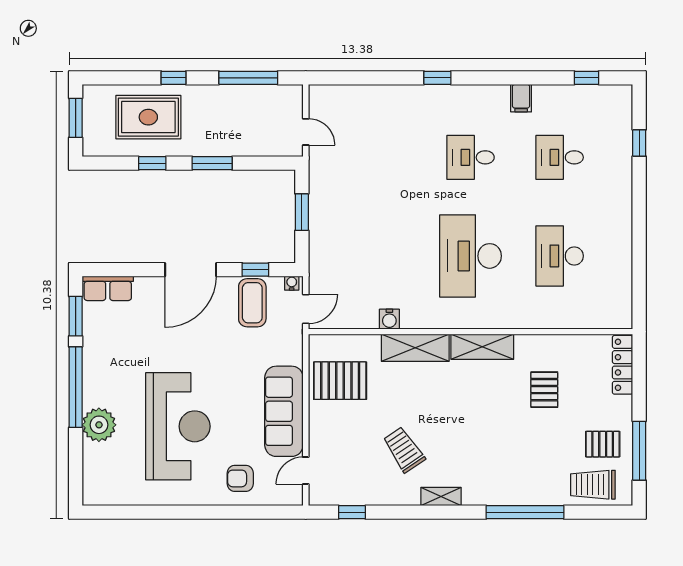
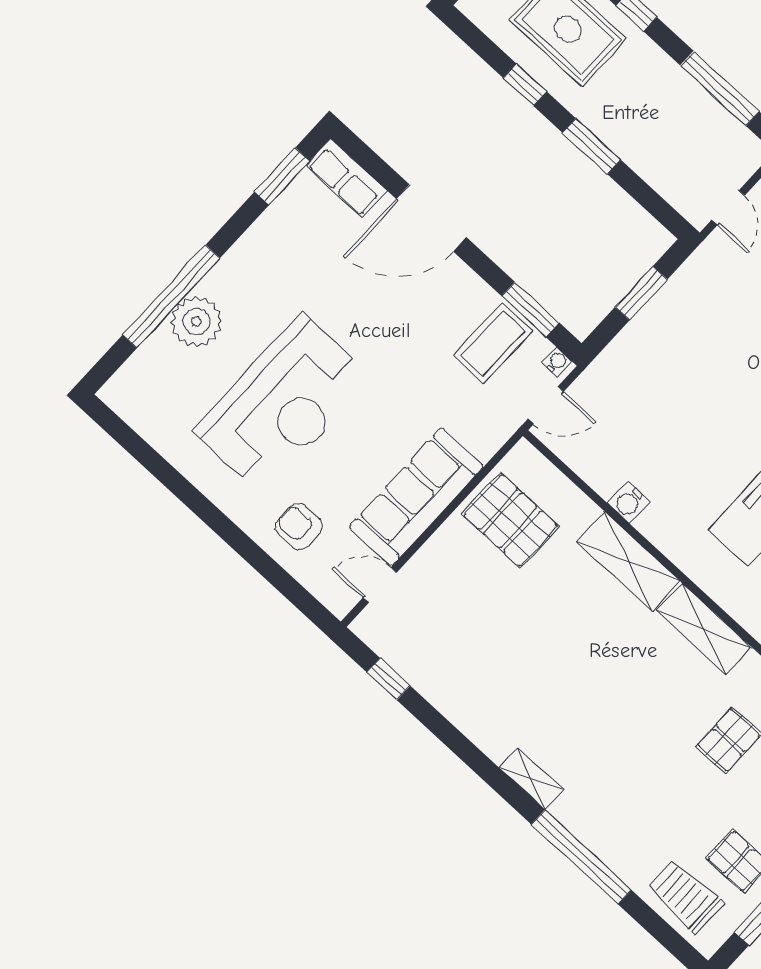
door: (191, 270) -> (431, 218), moved
window: (255, 270) -> (530, 309), width x1.50
window: (76, 387) -> (171, 297), moved
trolley: (404, 450) -> (511, 663), removed
shelving: (441, 497) -> (531, 779), moved

